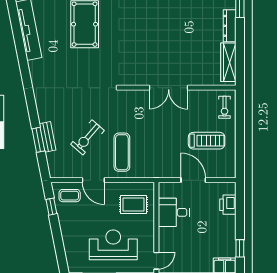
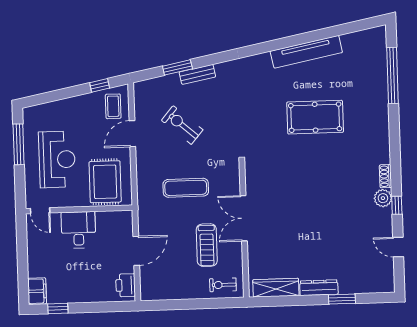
bench: (48, 137) -> (197, 74), moved
treadmill: (207, 141) -> (207, 245), moved
exercise mat: (122, 152) -> (186, 188), moved
rug: (134, 205) -> (105, 182), width x1.36, depth x1.43
printer: (228, 205) -> (126, 285), moved, turned -90
desk: (174, 212) -> (78, 230), moved

